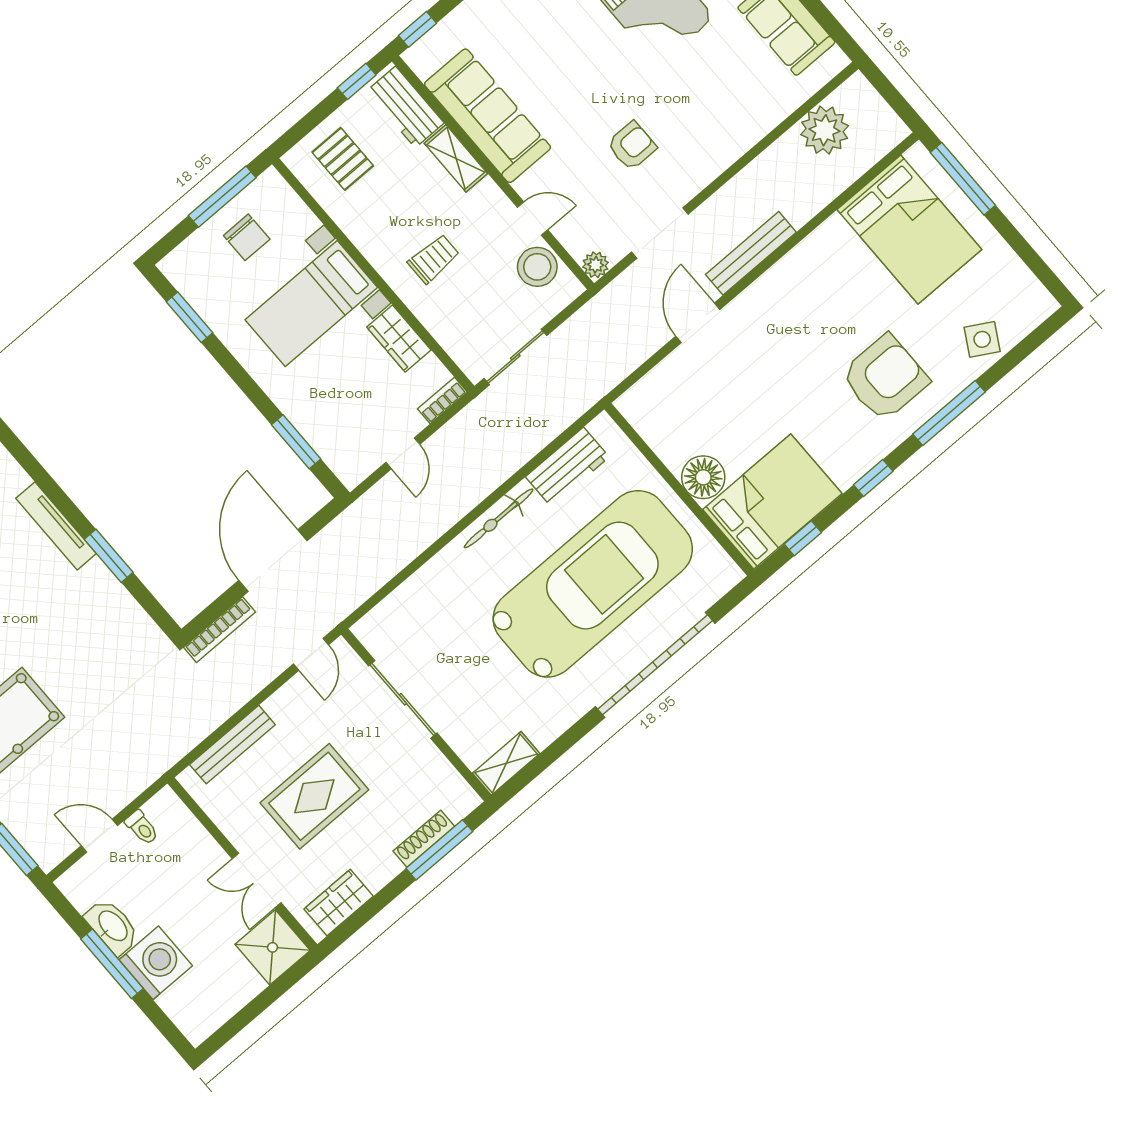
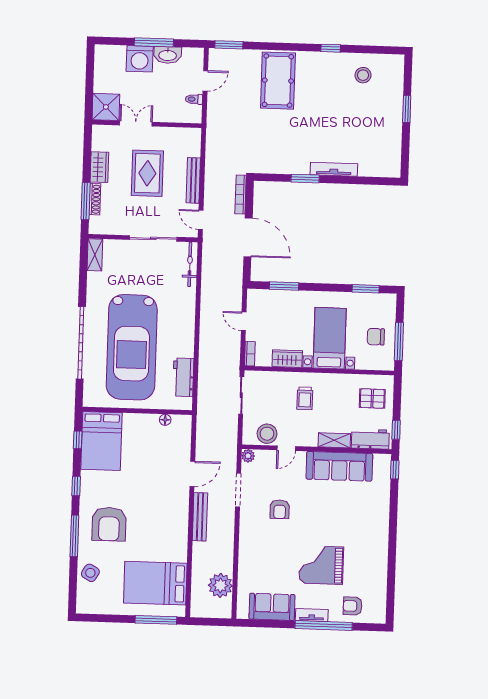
door: (698, 323) -> (192, 474), hinge flipped
floor lamp: (703, 477) -> (165, 420), moved, width x0.53, depth x0.53
bicycle: (499, 518) -> (190, 264), moved
bench: (232, 745) -> (193, 180), moved
wardrobe: (339, 903) -> (99, 167), moved

